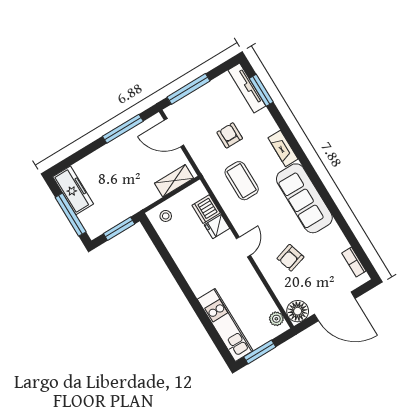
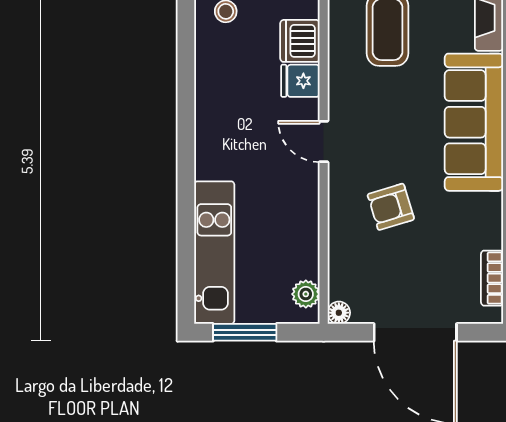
door: (243, 247) -> (324, 141), swing flipped
floor lamp: (298, 311) -> (339, 313), width x0.53, depth x0.53

